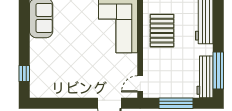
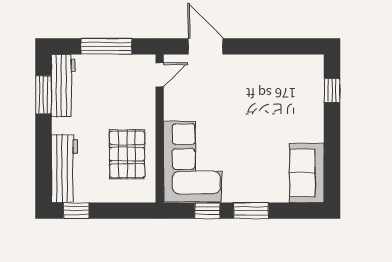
window: (218, 71) -> (43, 95), width x0.69

